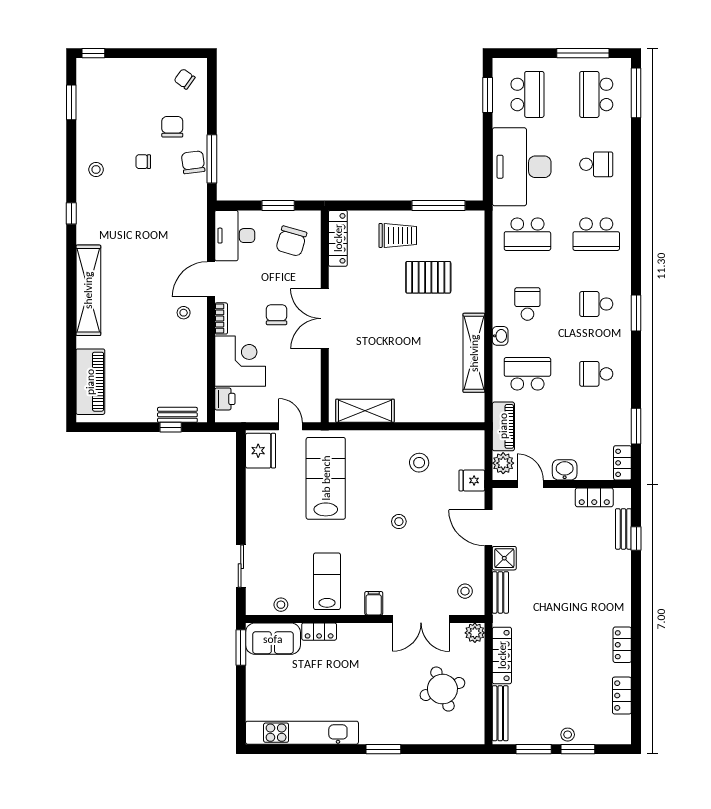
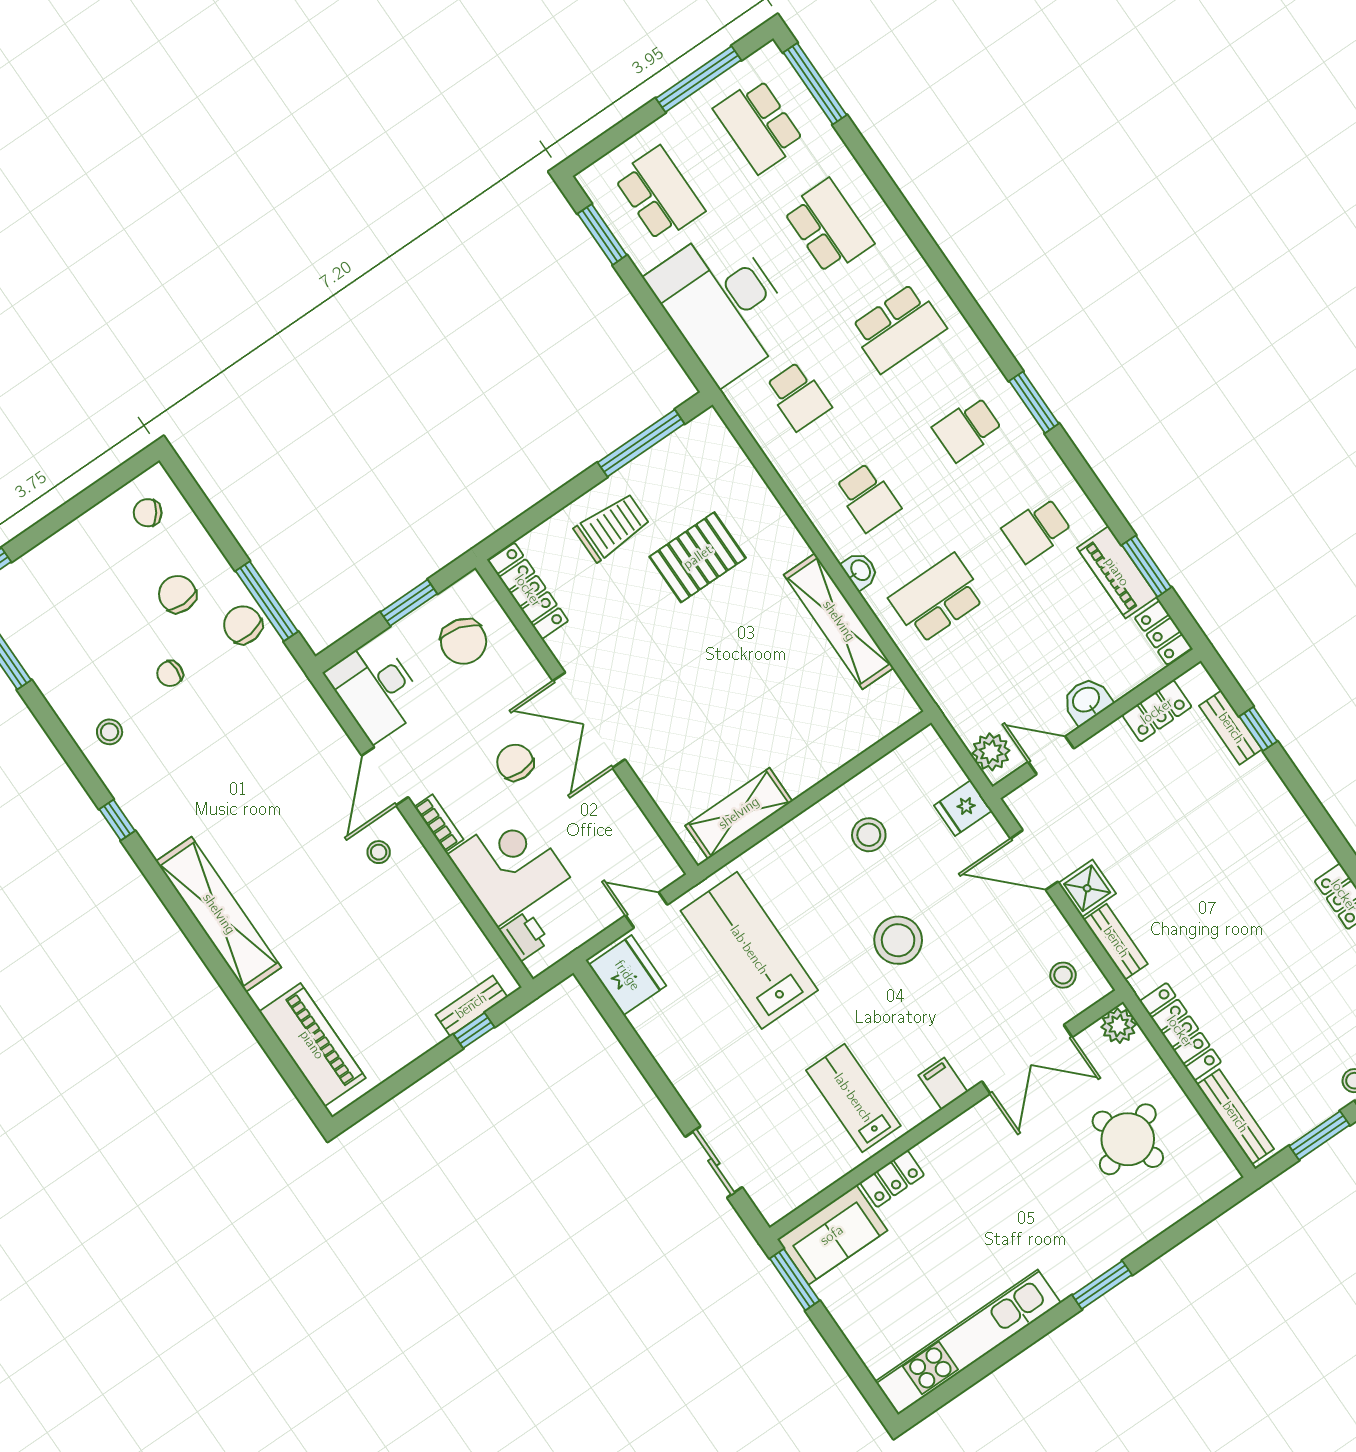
school desk: (596, 164) -> (828, 227), width x1.85
school desk: (527, 234) -> (798, 396), width x0.54
school desk: (527, 304) -> (868, 497), turned 180
piano: (503, 426) -> (1117, 572), moved, turned 180
stool: (399, 522) -> (898, 940), width x1.89, depth x1.89
stool: (281, 605) -> (810, 1178), removed

